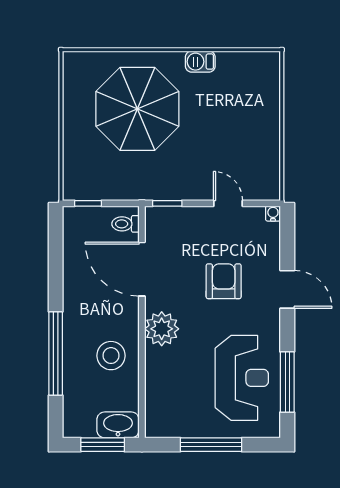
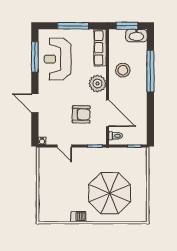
armchair: (224, 281) -> (81, 114), moved, turned -89
row of seats: (157, 401) -> (100, 48), added
washbasin: (118, 425) -> (136, 36), moved

